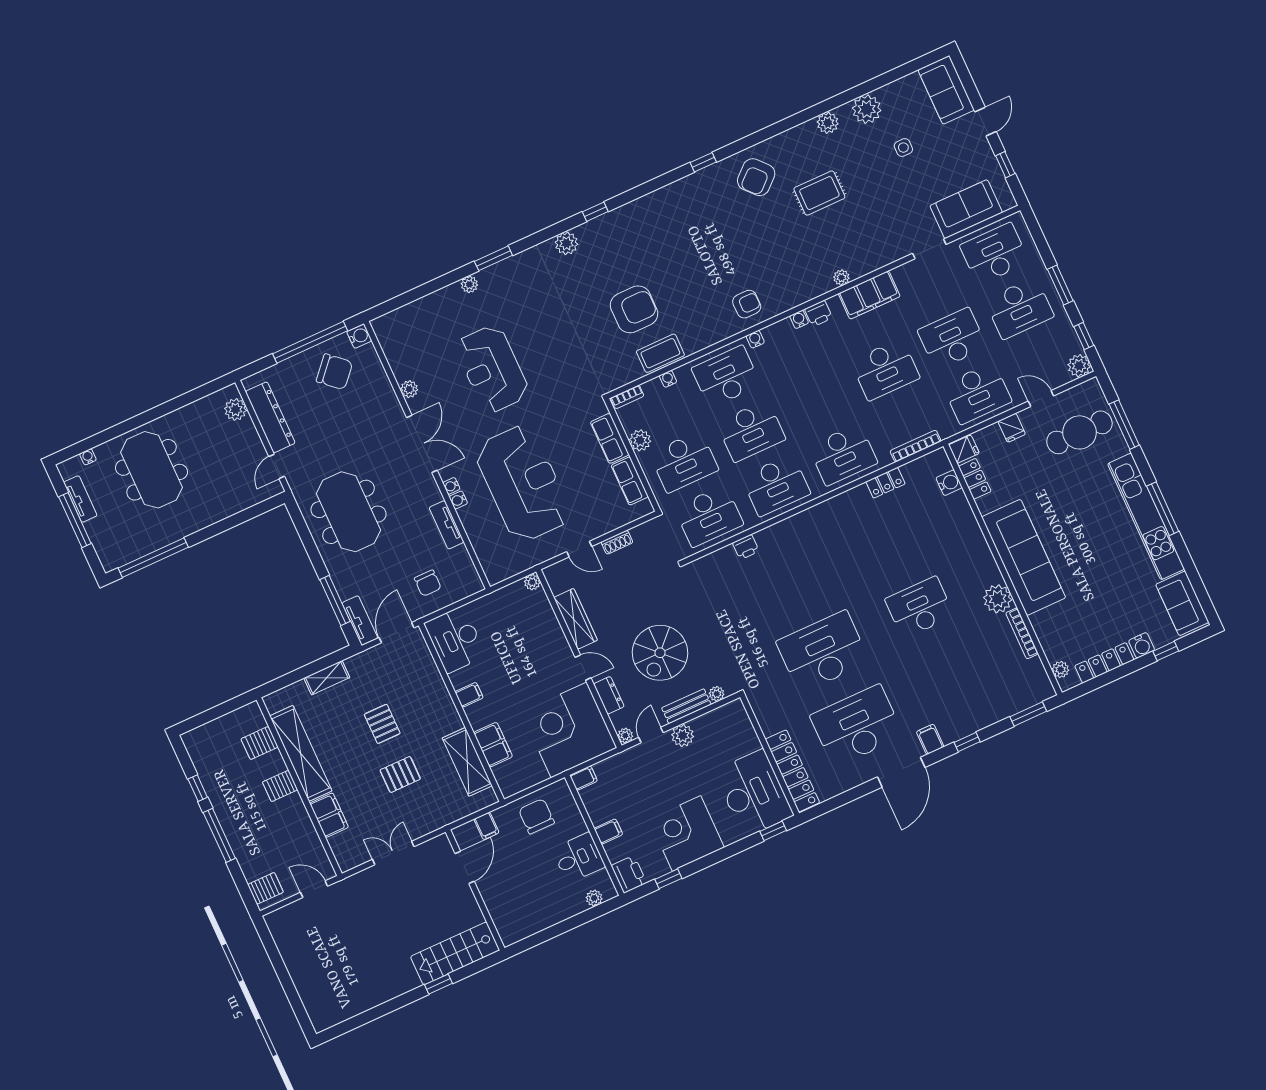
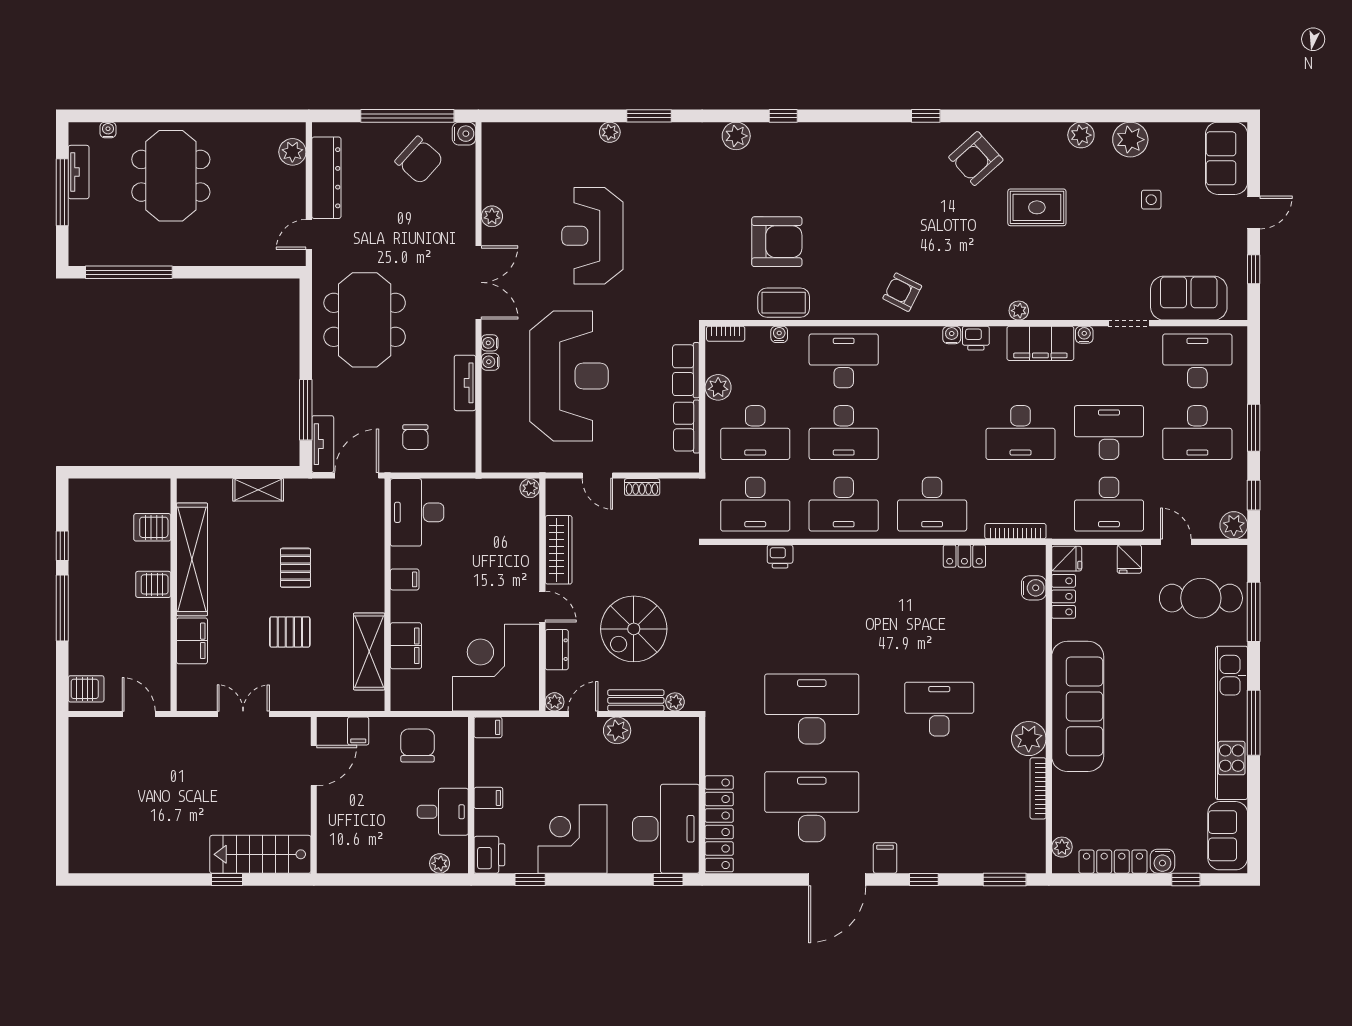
armchair: (747, 304) -> (902, 292), turned -153
water cooler: (755, 339) -> (1084, 335), moved

